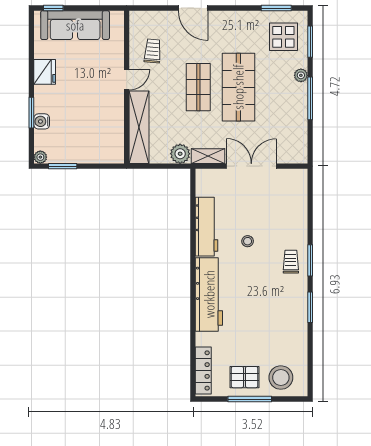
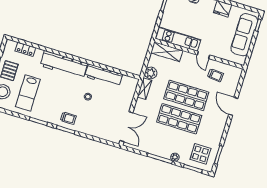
door: (193, 8) -> (233, 106), hinge flipped
shop shelf: (198, 87) -> (186, 95), width x1.43, depth x1.36
kitchen unit: (114, 127) -> (178, 39), added
shelving: (139, 127) -> (167, 52), width x0.68
double door: (251, 166) -> (126, 127), moved
lab bench: (271, 337) -> (28, 93), added
locker: (203, 370) -> (25, 49), width x0.66

